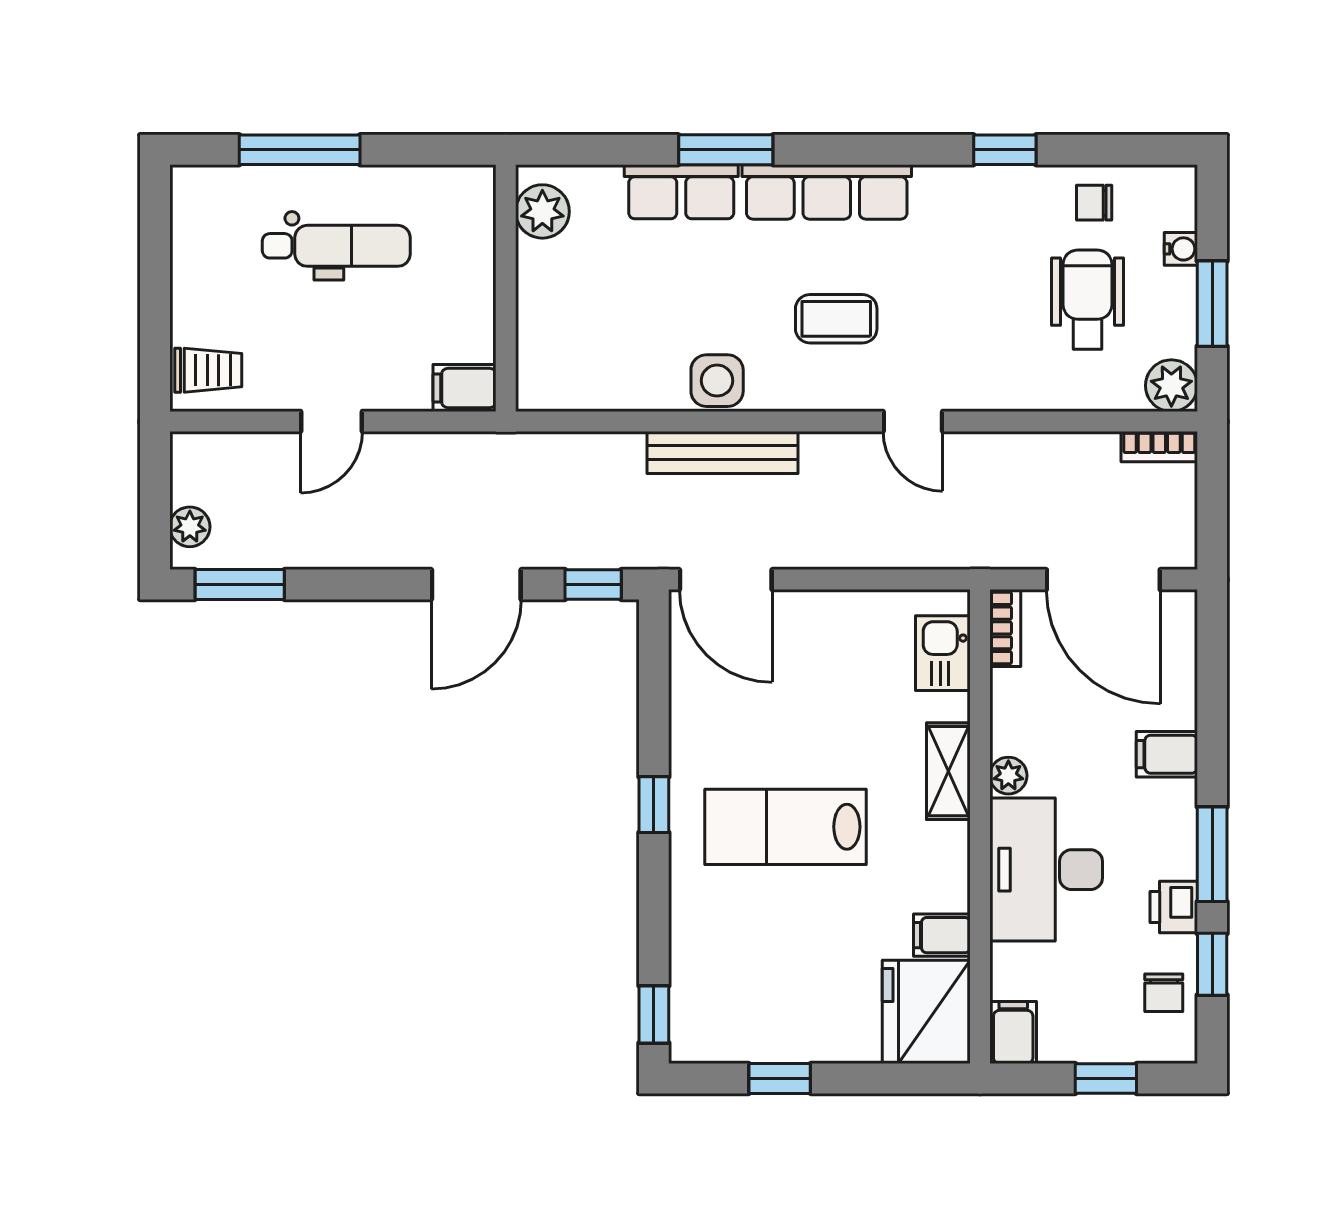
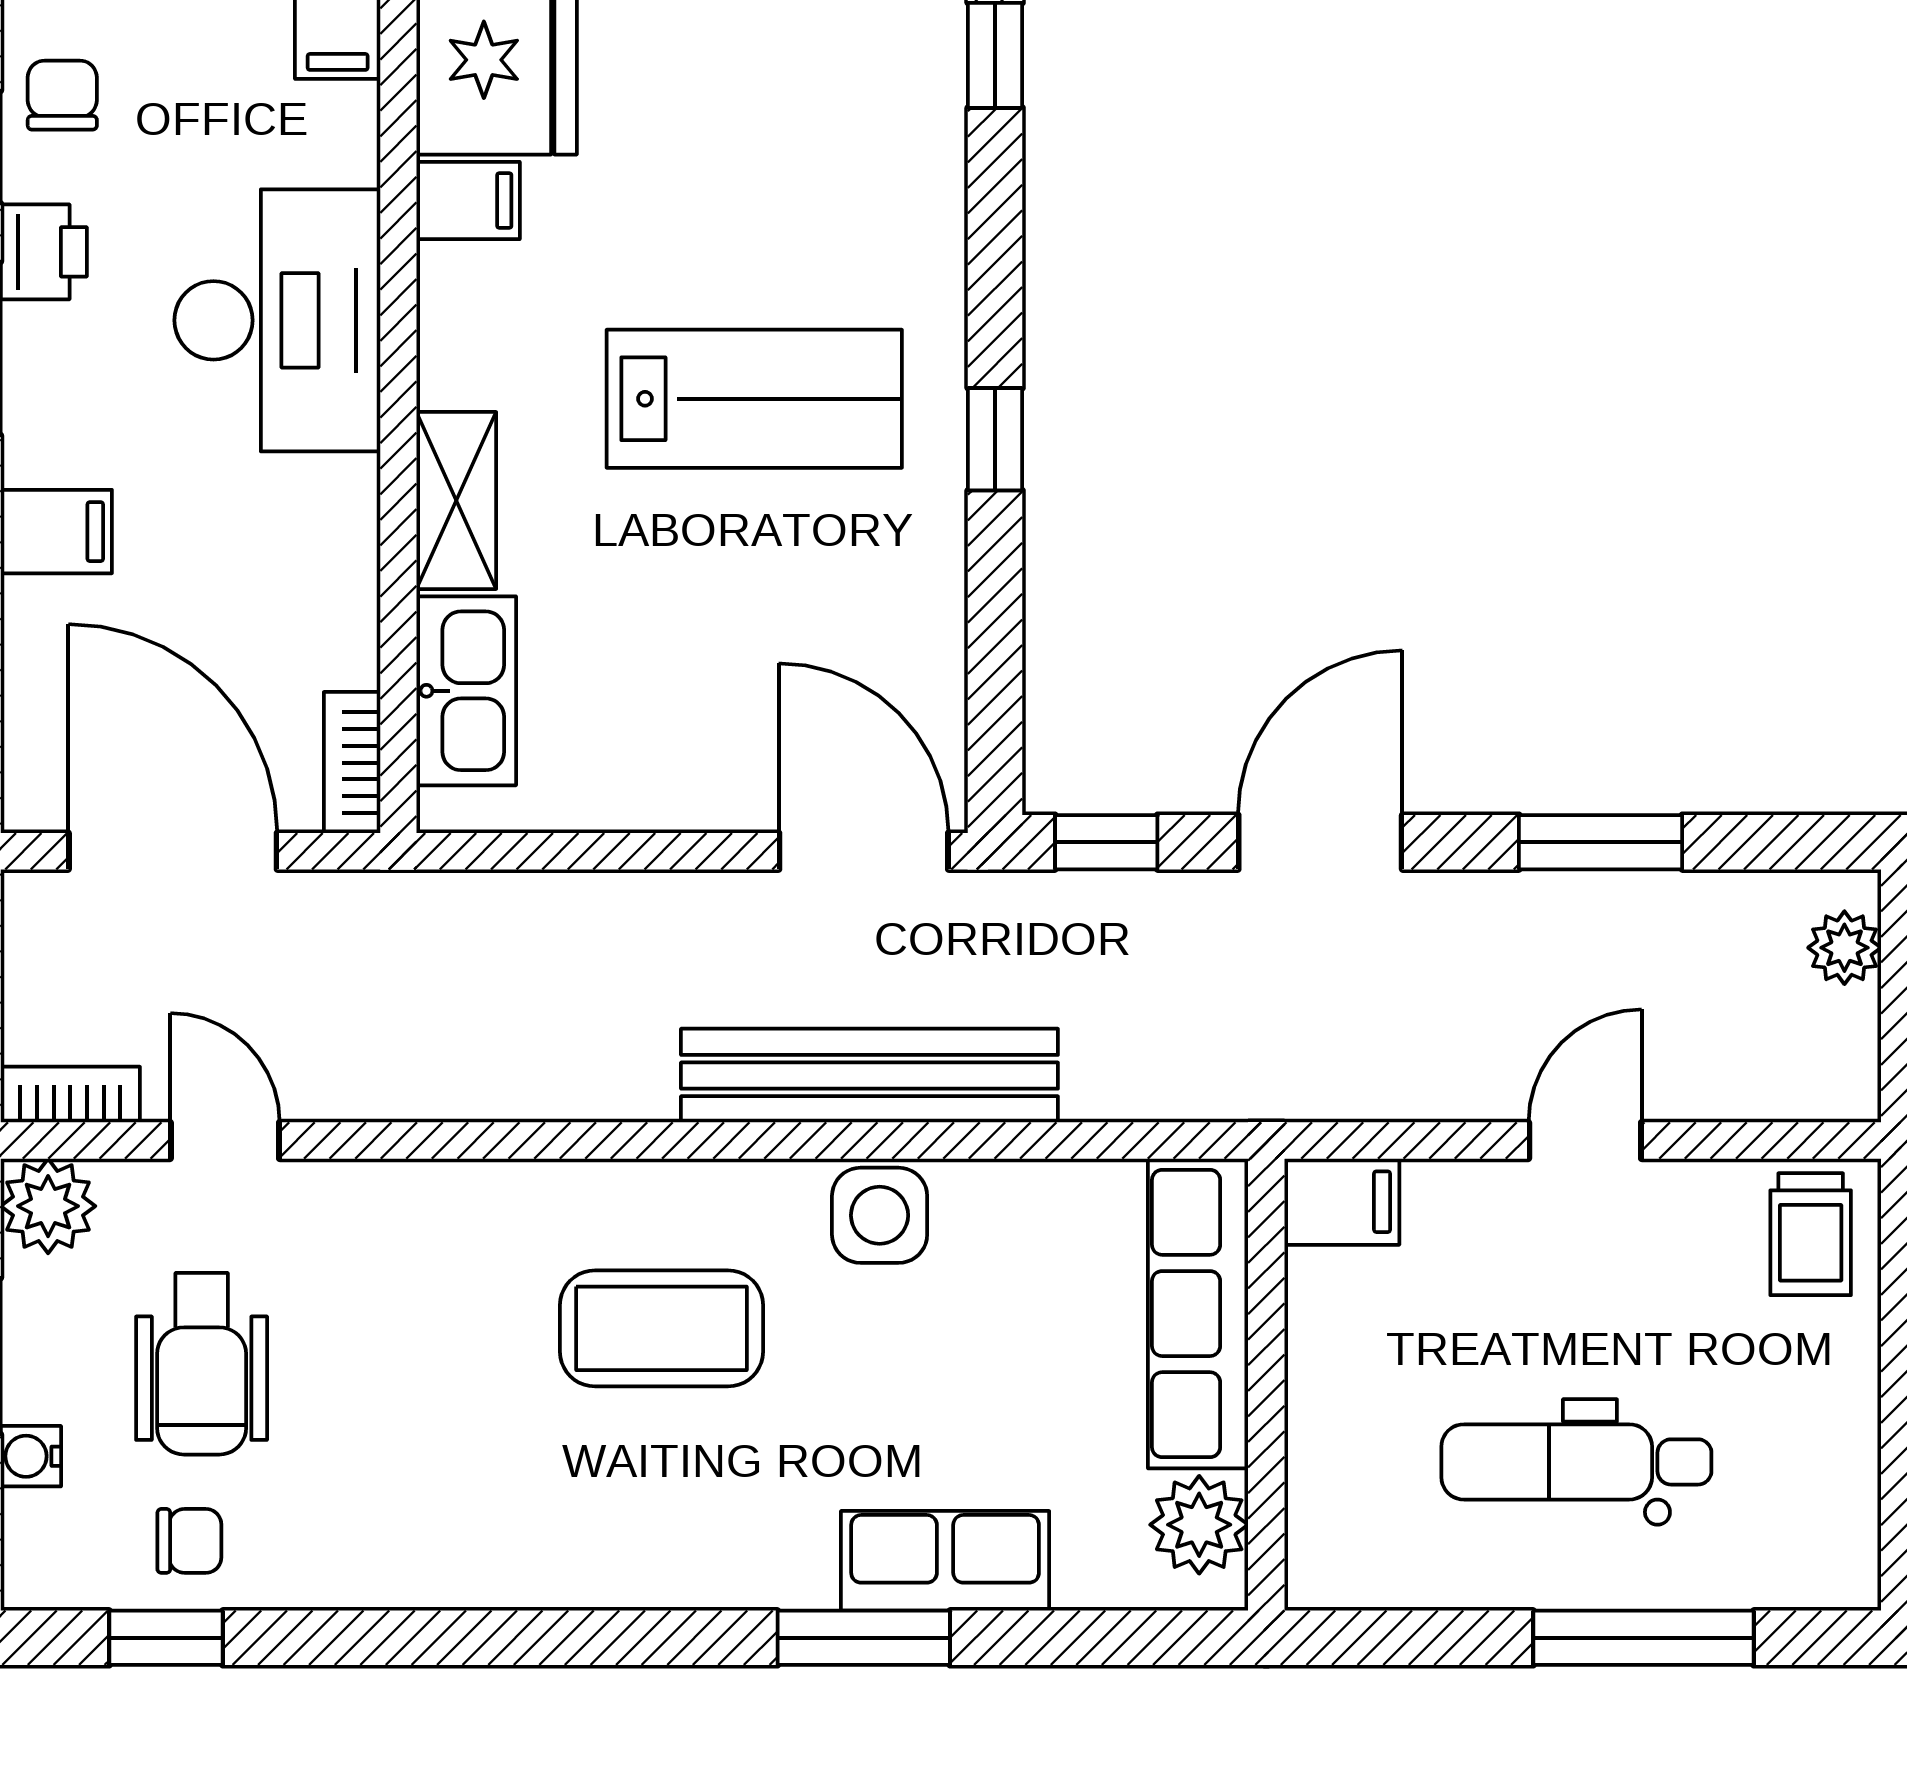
window: (1005, 150) -> (166, 1638), moved
row of seats: (827, 192) -> (1198, 1314), moved, turned -90
coffee table: (836, 319) -> (661, 1328), width x1.36, depth x1.30
trolley: (208, 370) -> (1811, 1234), turned -90
door: (913, 421) -> (225, 1141), moved
bench: (723, 452) -> (869, 1076), width x1.37, depth x1.21
window: (240, 584) -> (1601, 842), moved
kitchen sink: (943, 653) -> (466, 691), width x1.38
plant: (1008, 776) -> (346, 492), removed

